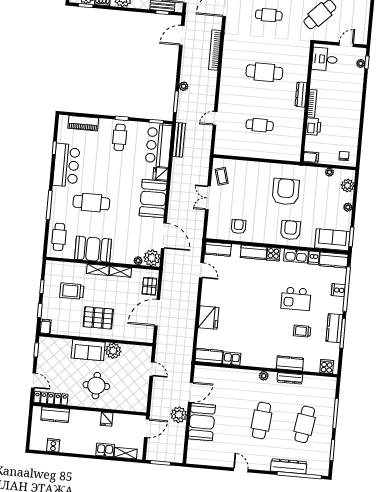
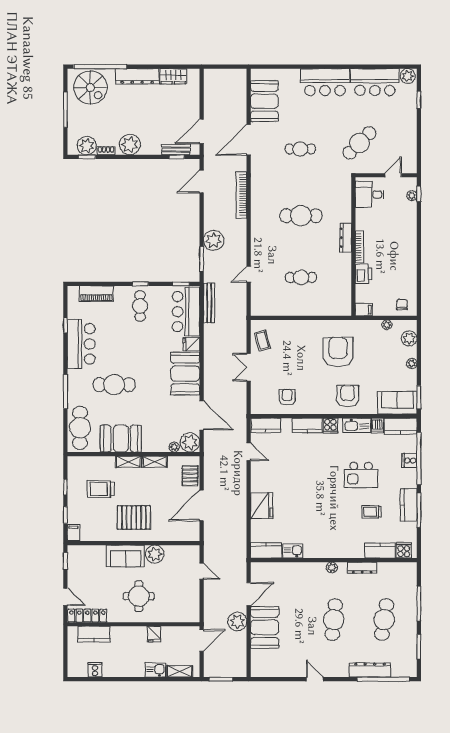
plant: (184, 86) -> (214, 240), width x1.88, depth x1.88
cafe table: (59, 237) -> (80, 428), width x1.37, depth x1.35
kitchen counter: (290, 363) -> (380, 551), moved

